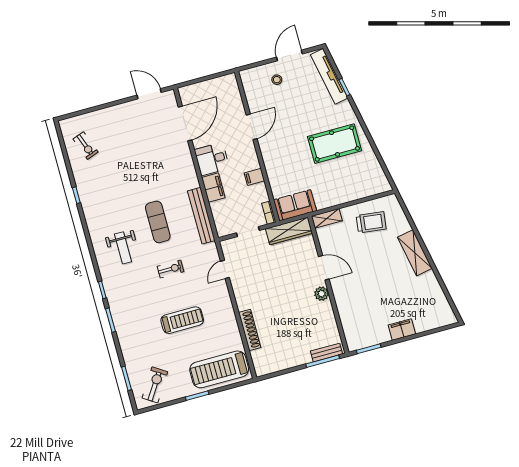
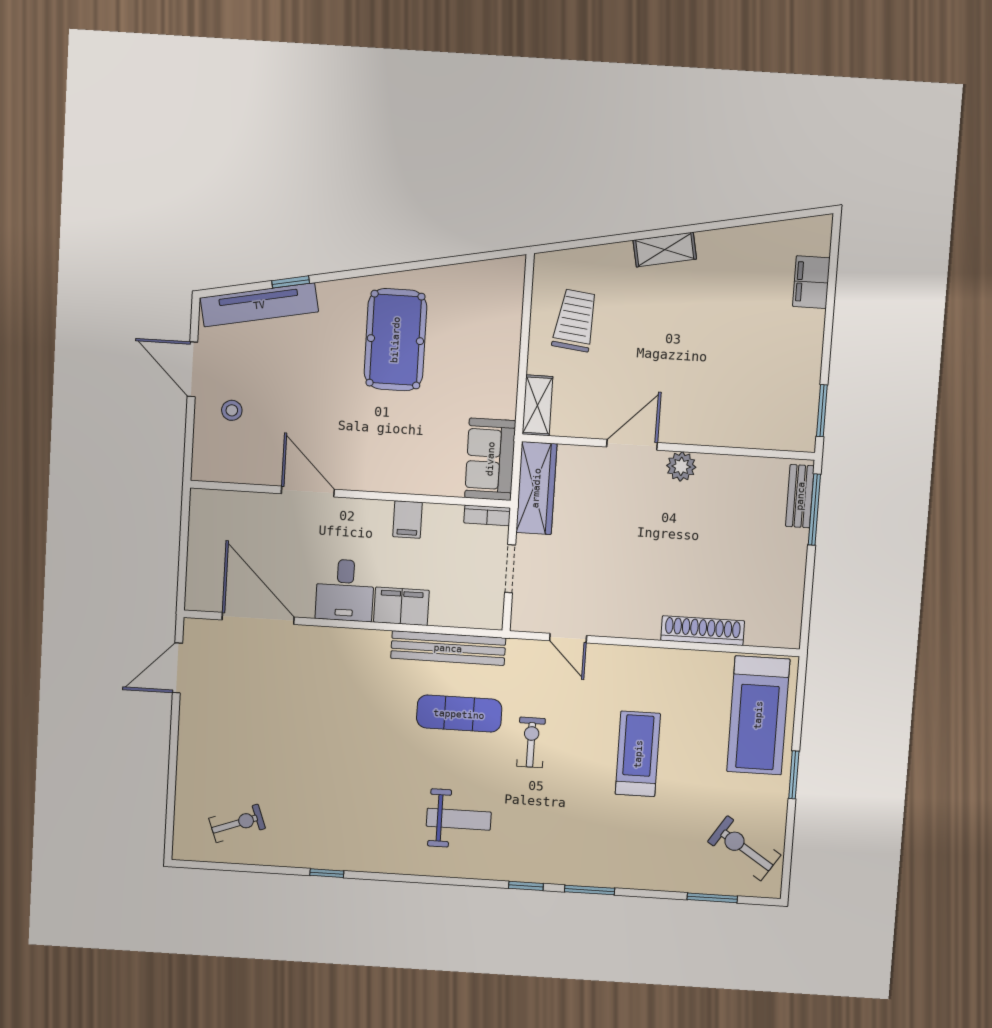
exercise mat: (158, 222) -> (459, 714), moved
shelving: (415, 253) -> (665, 250), width x0.67, depth x0.75
filing cabinet: (402, 330) -> (811, 282), moved

